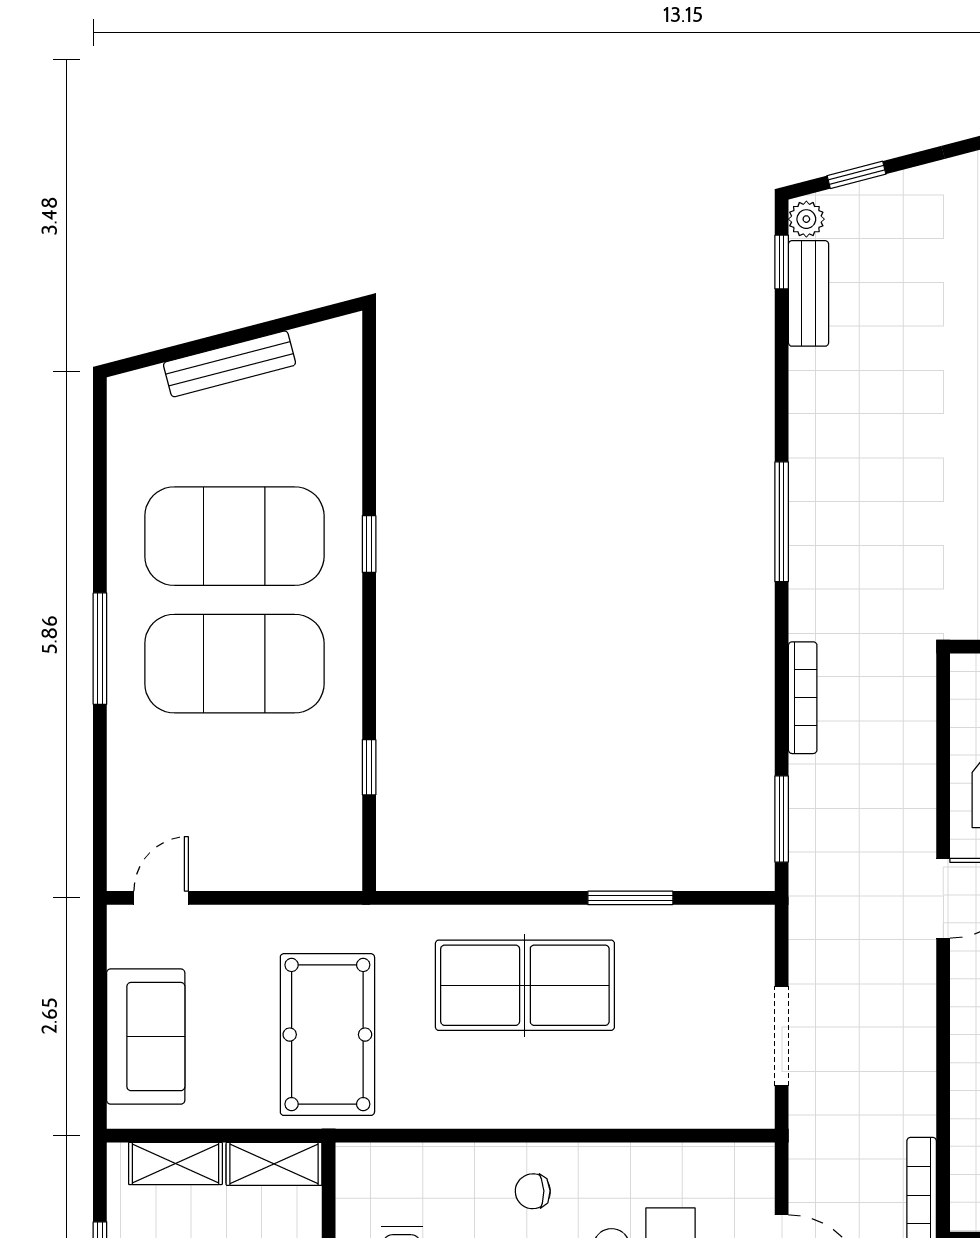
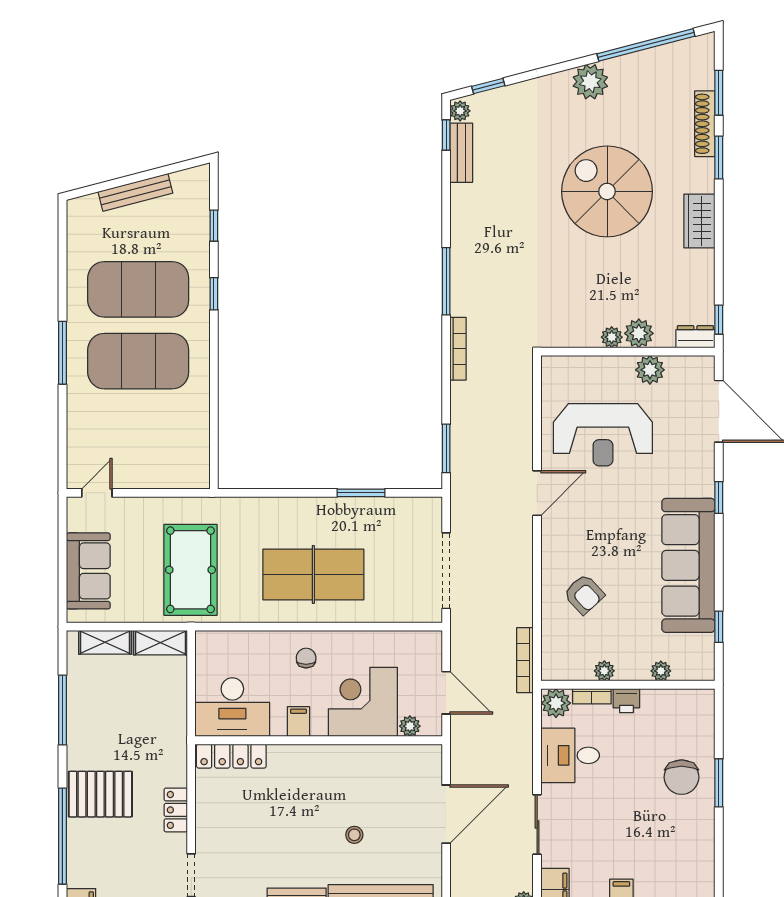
bookcase: (803, 698) -> (458, 349), moved
window: (369, 767) -> (214, 226), moved
table tennis table: (525, 985) -> (313, 574), moved
doorway: (782, 1036) -> (446, 571), width x1.36
chair: (533, 1191) -> (306, 658), turned 92

